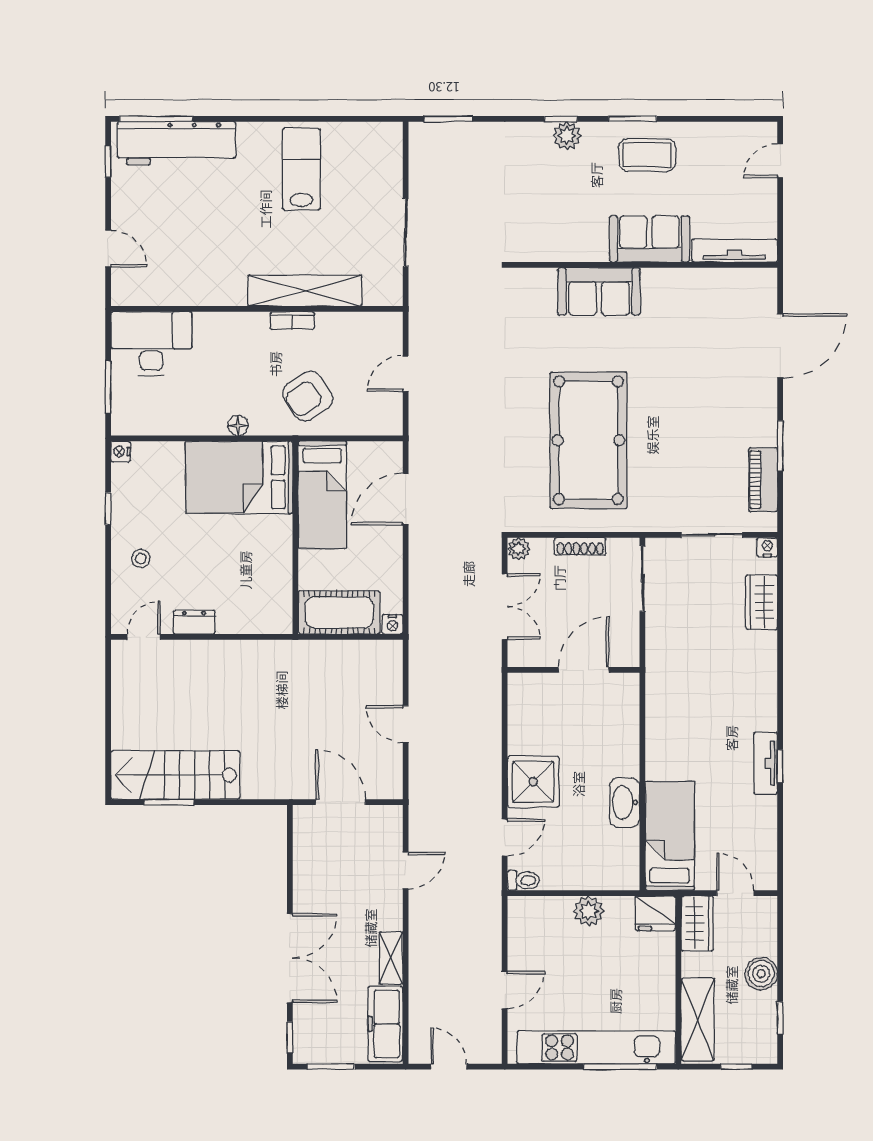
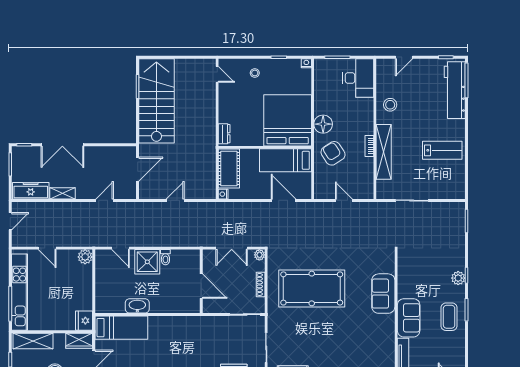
stool: (207, 277) -> (390, 105), added
floor lamp: (238, 426) -> (323, 124), width x1.89, depth x1.89
bed: (239, 477) -> (288, 120), width x1.36
dresser: (194, 622) -> (224, 134), moved
stairs: (175, 775) -> (156, 101), width x1.36, depth x1.51
door: (406, 870) -> (105, 200), swing flipped
toilet: (524, 880) -> (165, 257), moved
plant: (588, 911) -> (85, 257), moved

